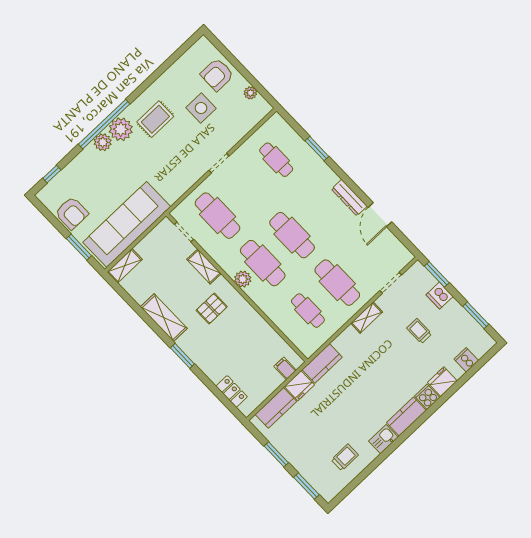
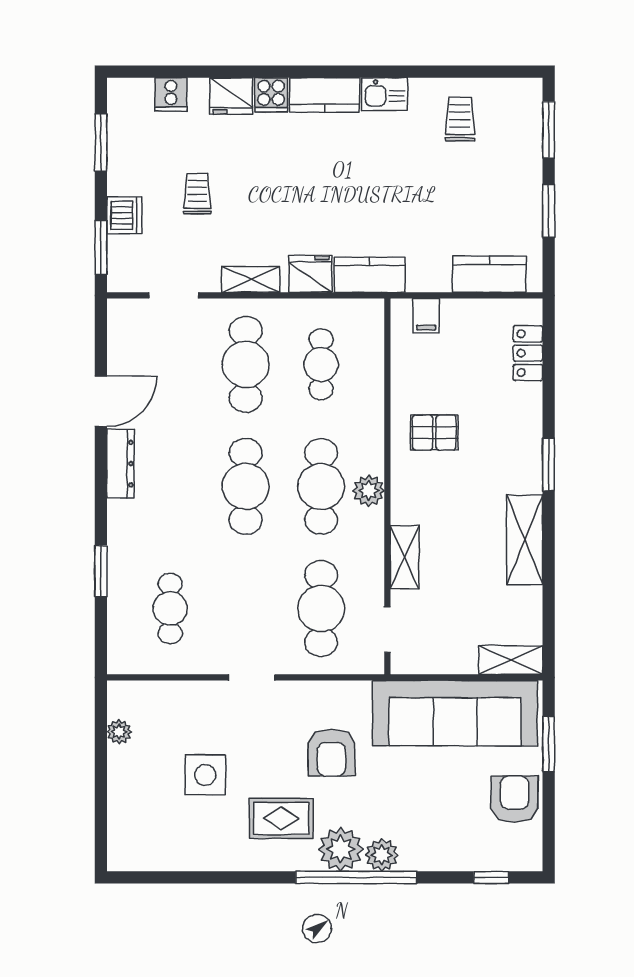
armchair: (217, 75) -> (331, 753), moved, turned 90
pallet: (212, 308) -> (434, 432), moved
trolley: (419, 331) -> (197, 194), turned 180
fridge: (299, 386) -> (311, 274), moved
trolley: (345, 457) -> (460, 119), turned 90

